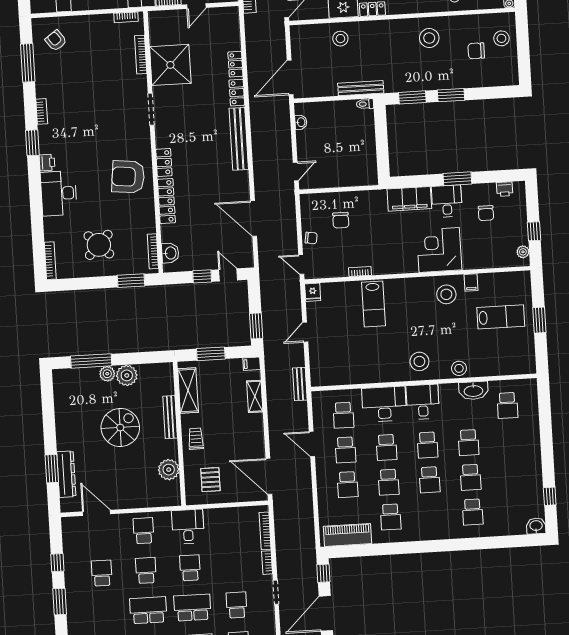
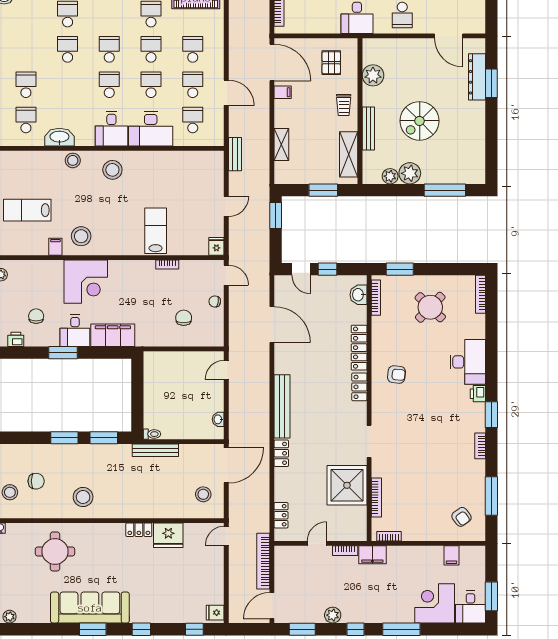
stool: (340, 39) -> (203, 494), moved
locker: (235, 64) -> (281, 515), moved
armchair: (128, 177) -> (396, 375), width x0.53, depth x0.53
filing cabinet: (252, 364) -> (283, 92), moved
plant: (107, 374) -> (390, 176), moved
school desk: (468, 443) -> (26, 85), moved

